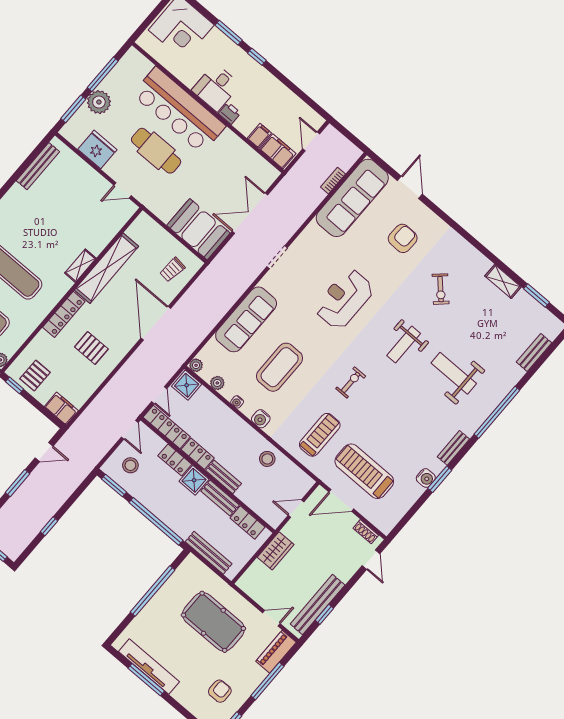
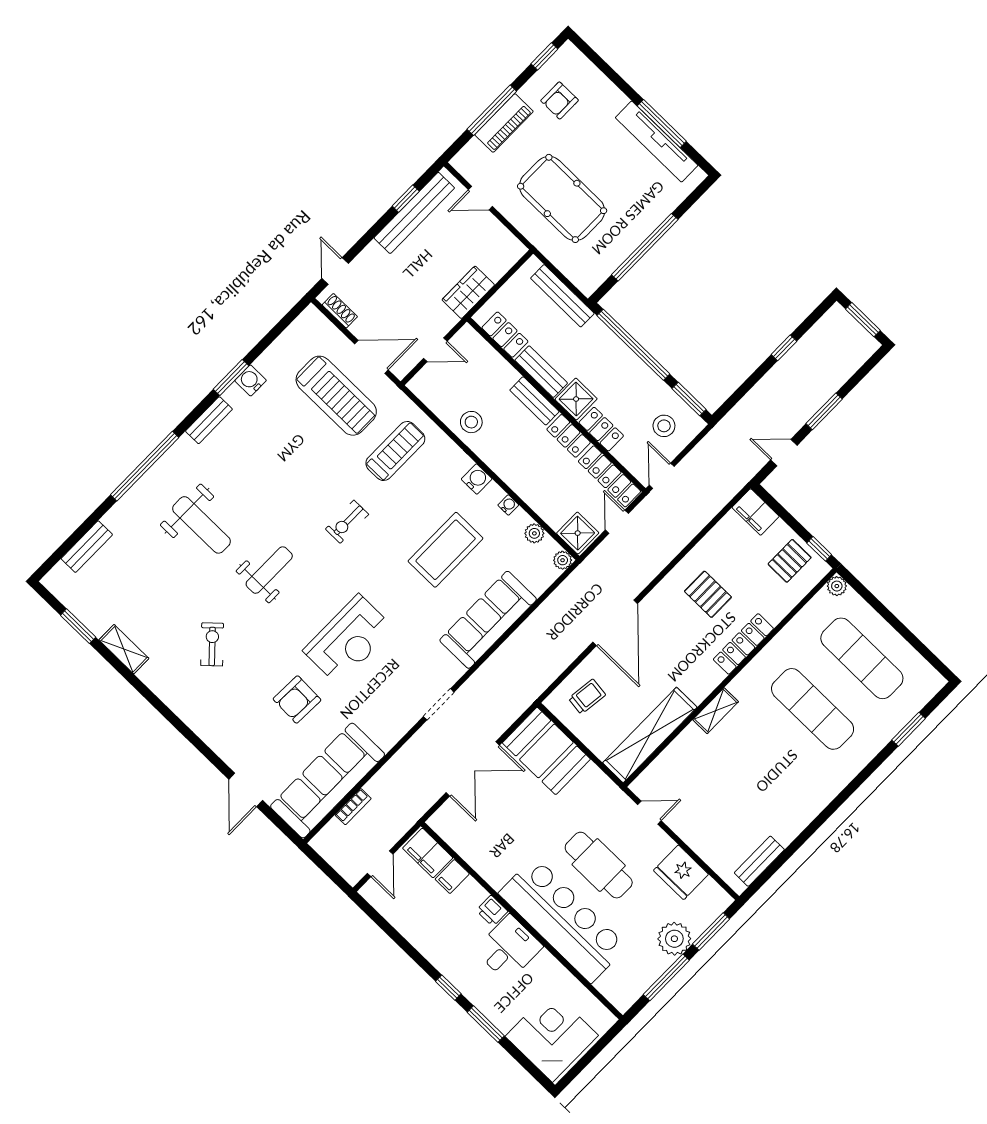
bench: (38, 166) -> (759, 861), width x0.73
armchair: (403, 238) -> (297, 699), moved
shelving: (106, 268) -> (650, 735), moved
treadmill: (320, 435) -> (395, 451), turned 180
piano: (276, 652) -> (504, 123), moved

